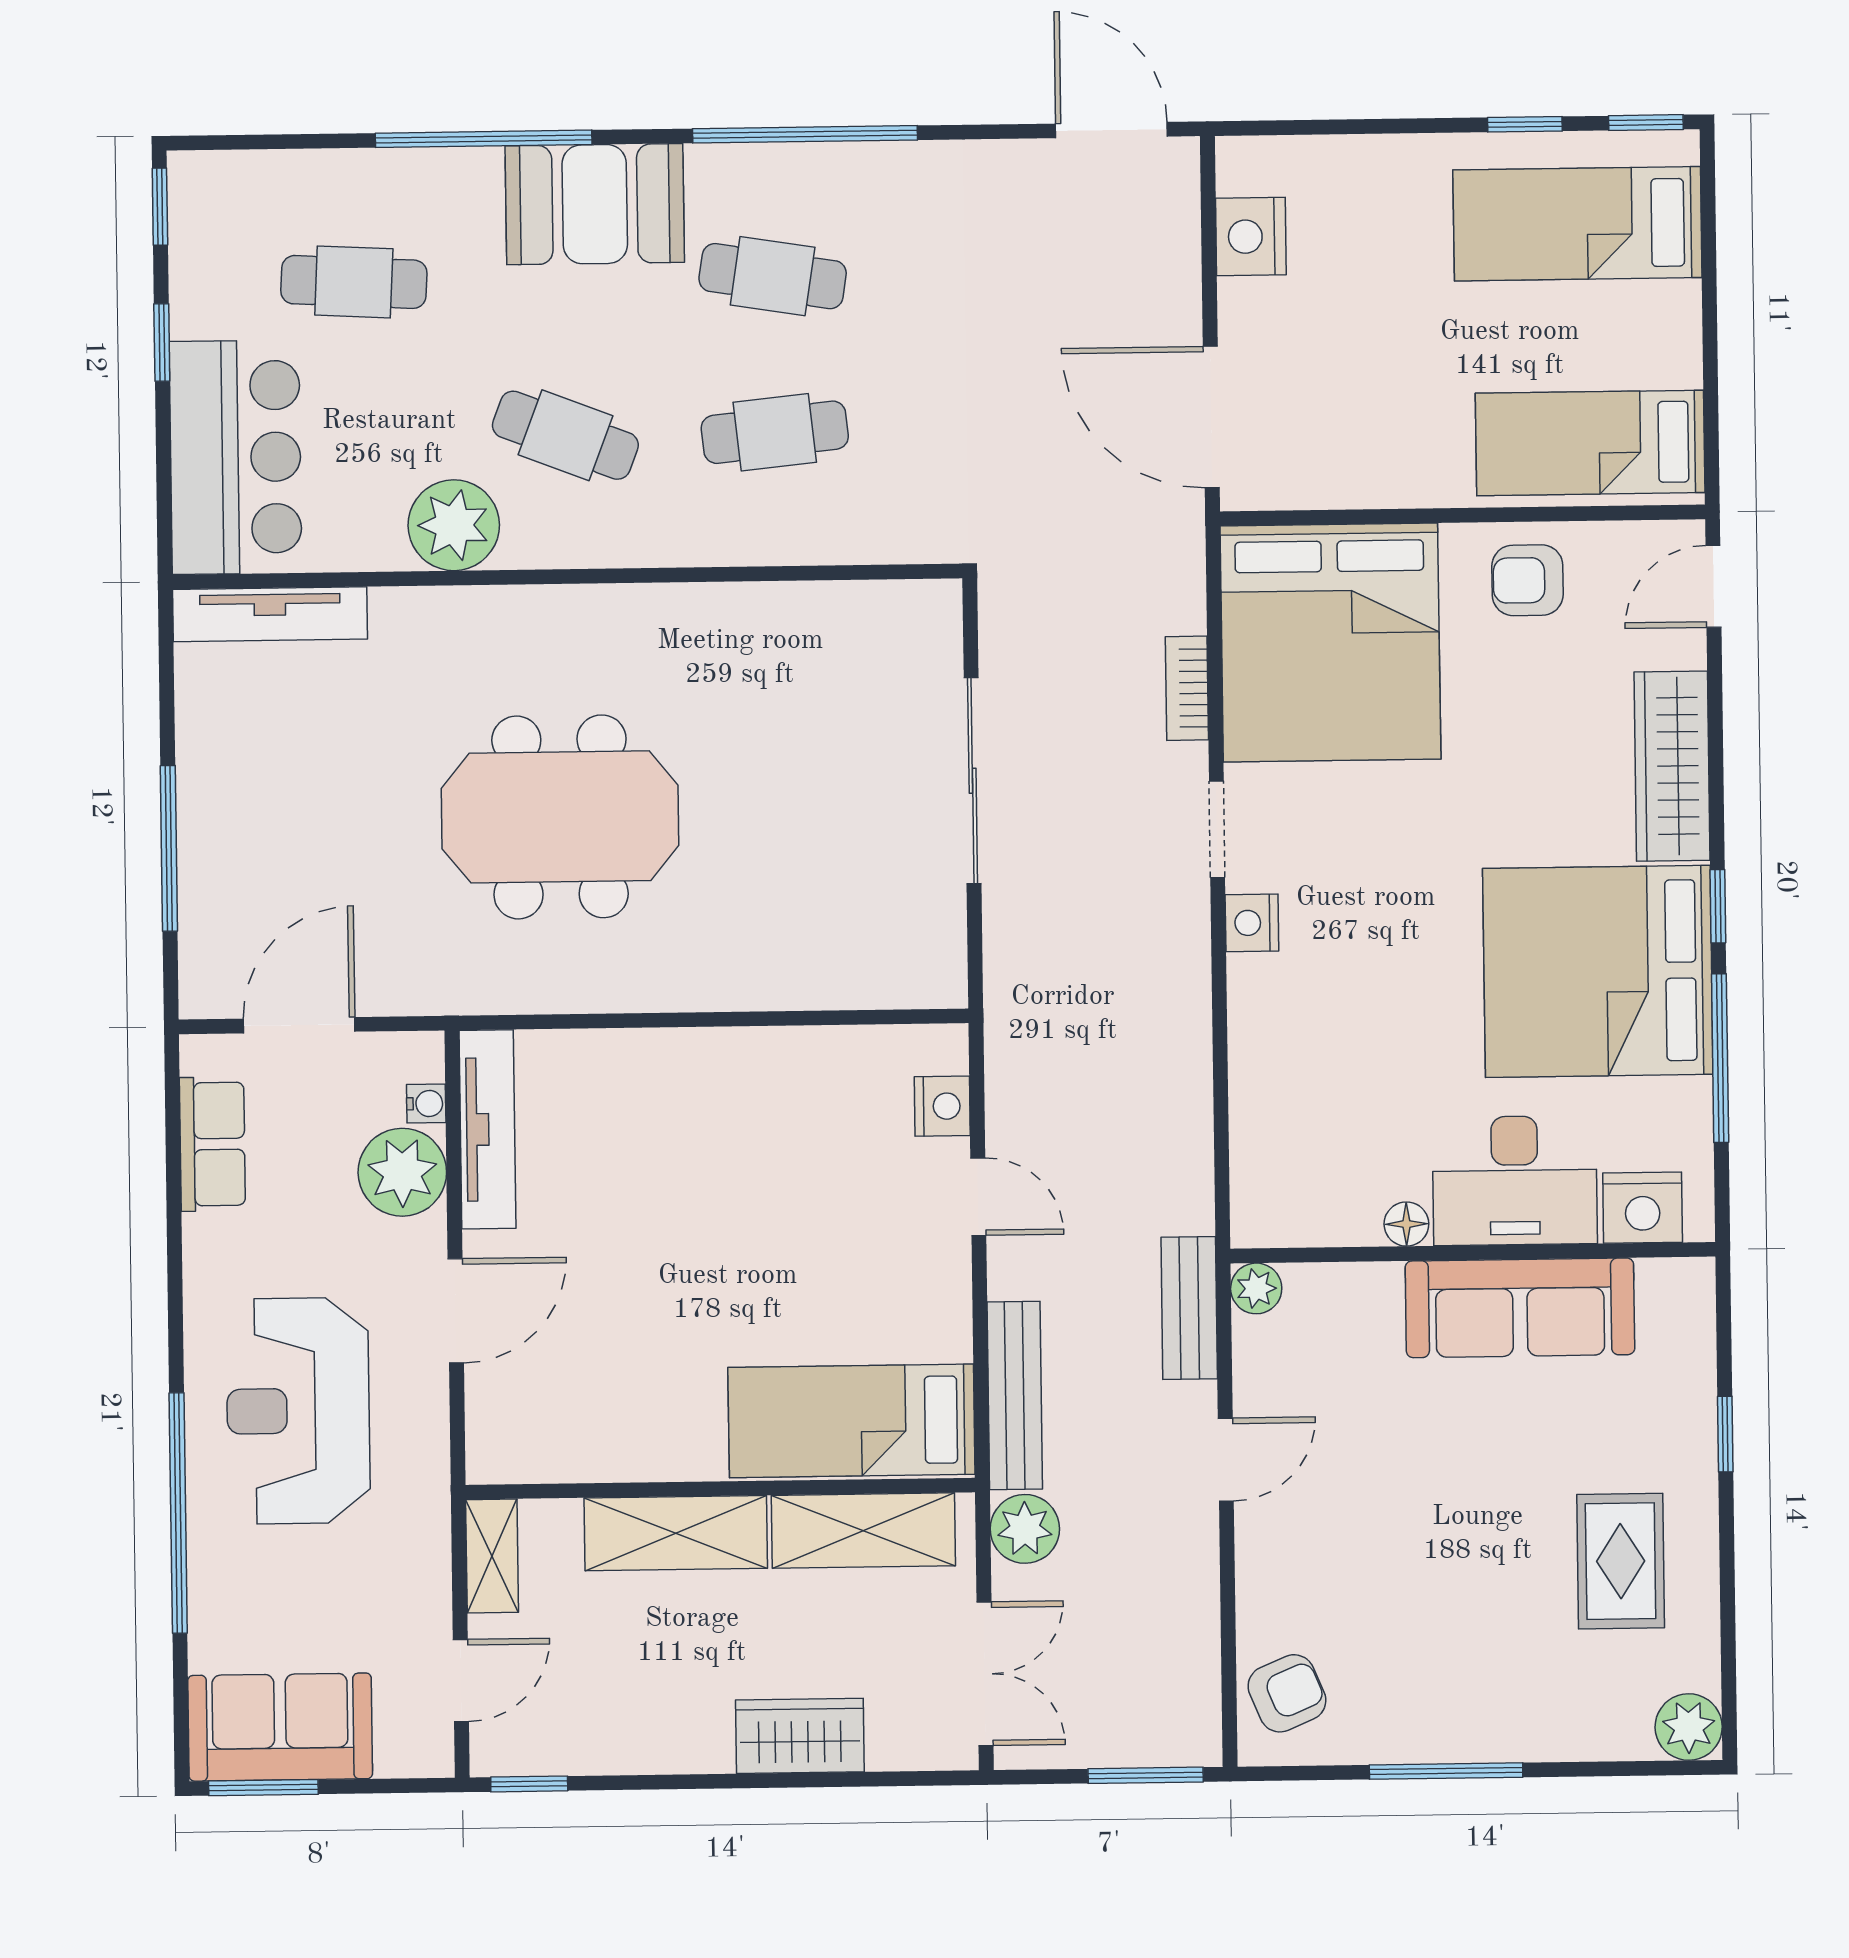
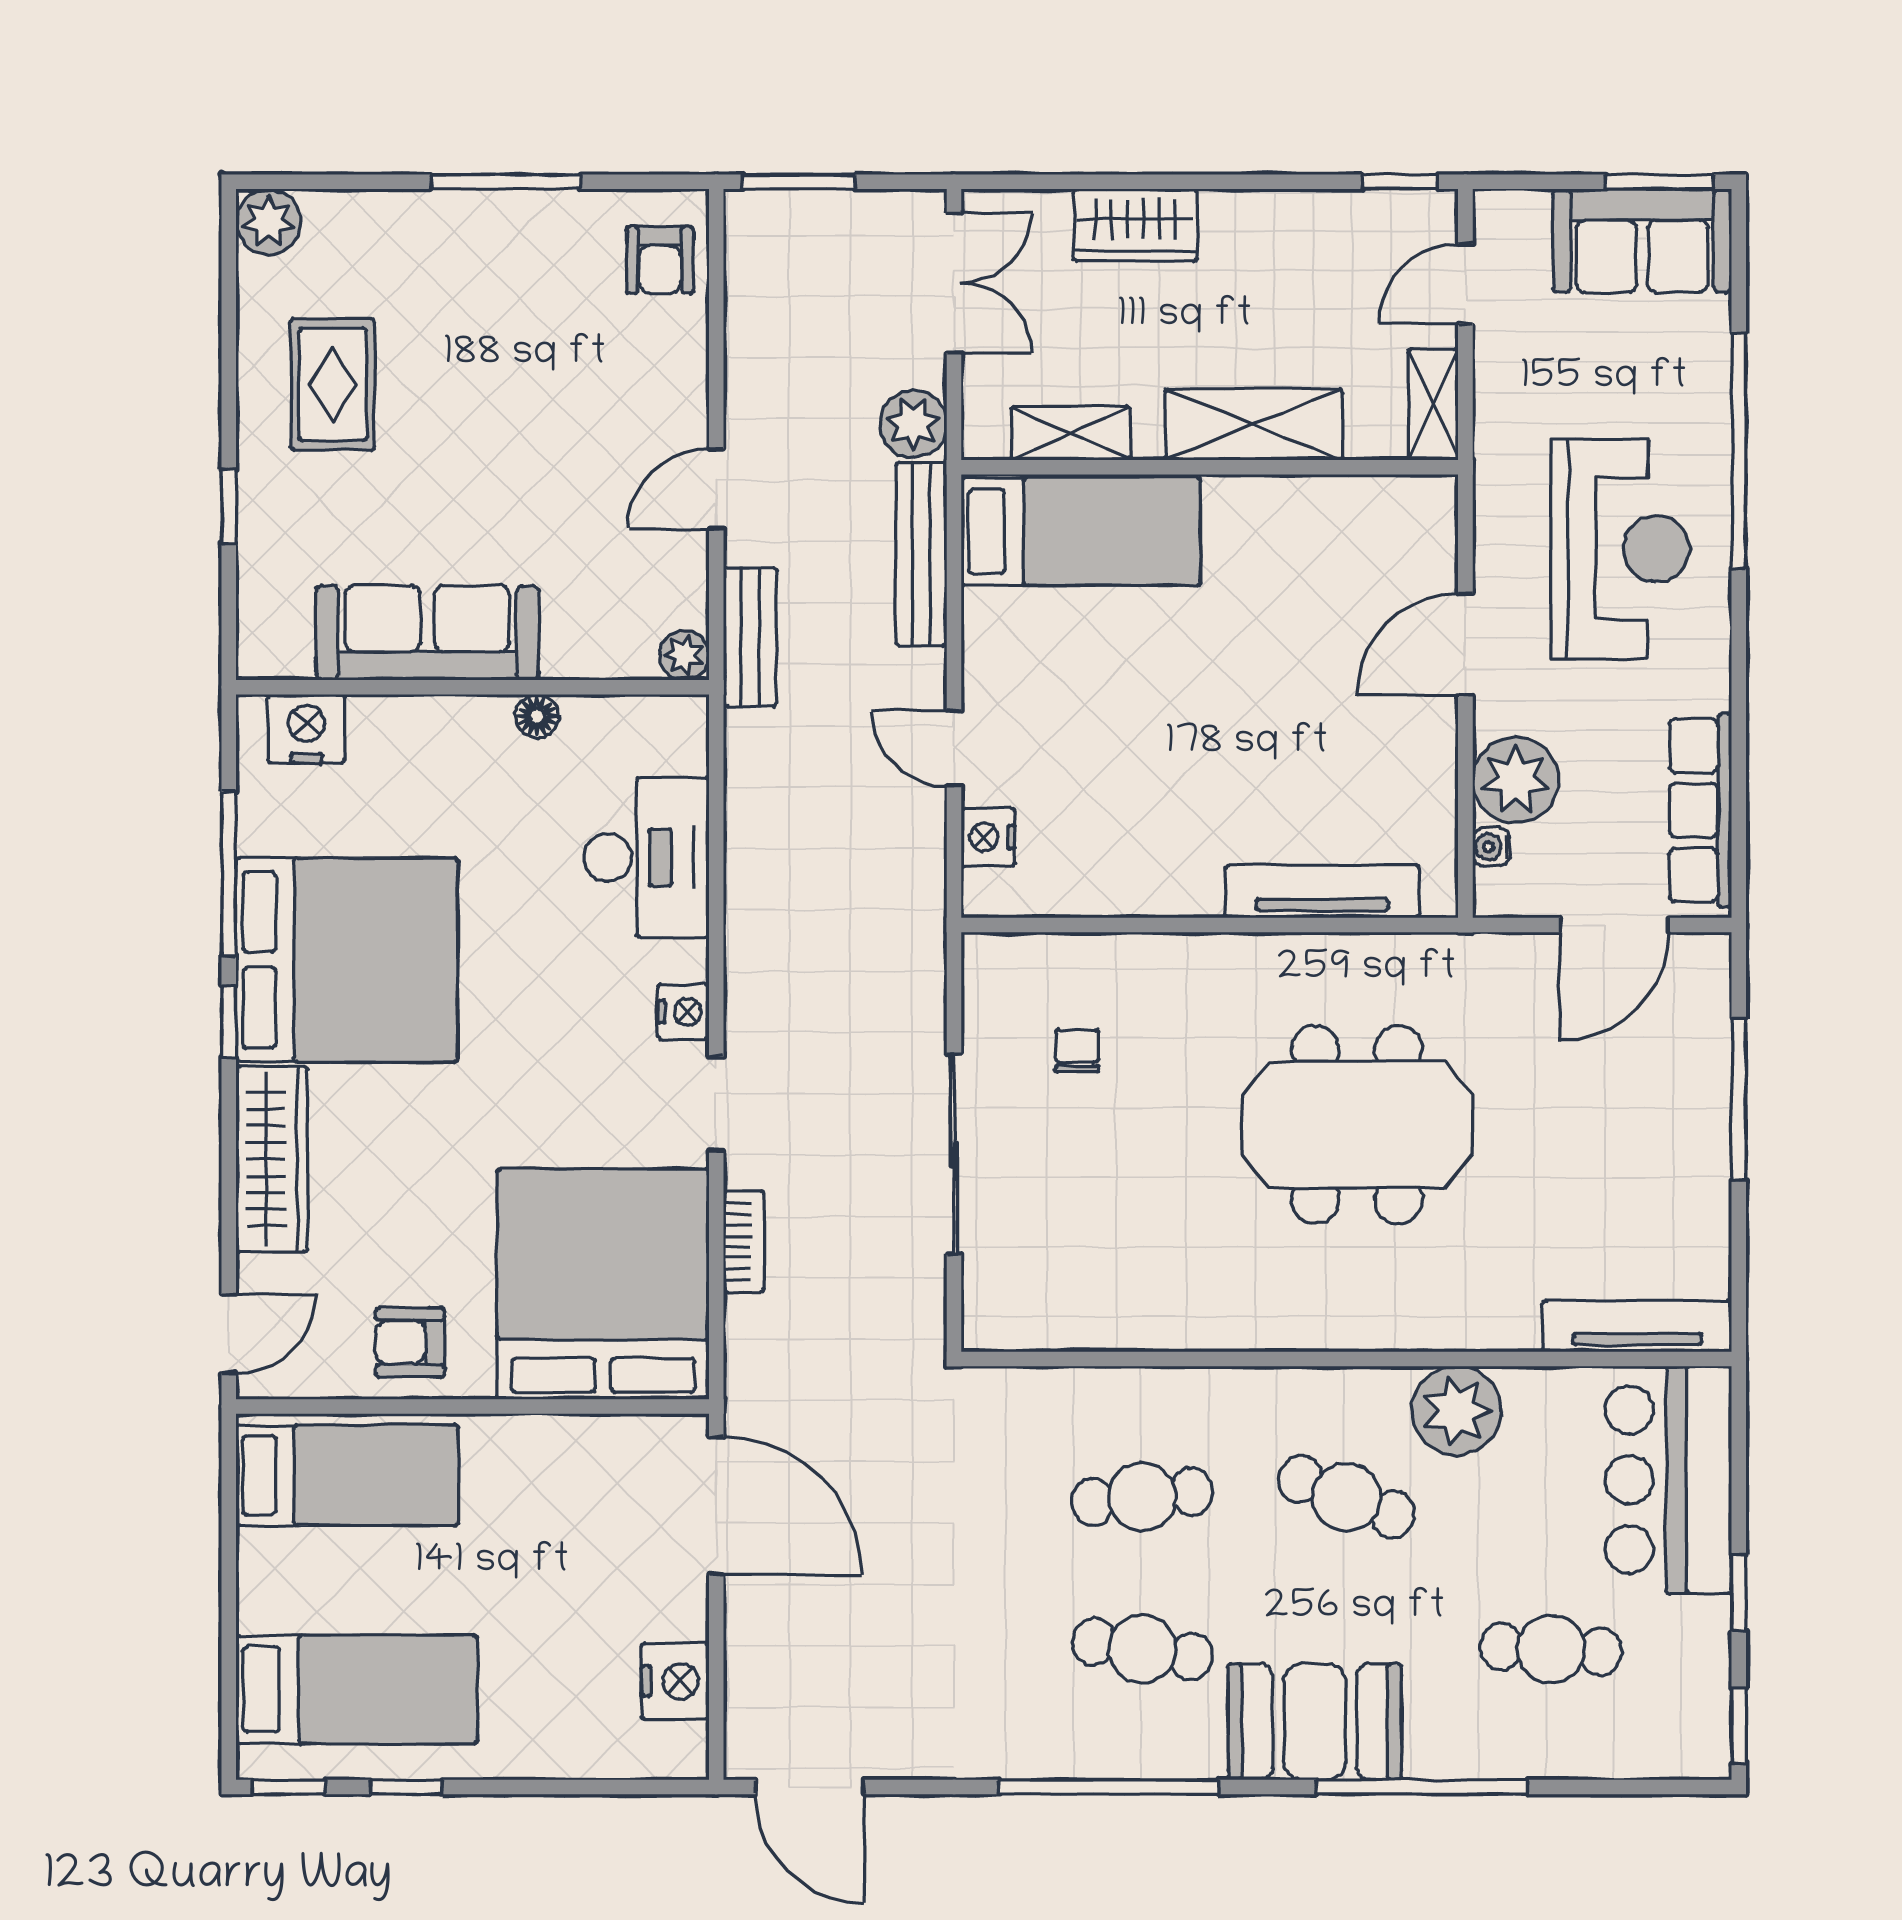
armchair: (1528, 580) -> (410, 1342), turned 180
chair: (848, 889) -> (1077, 1051), added
tv unit: (487, 1129) -> (1322, 892), moved, turned 90
row of seats: (212, 1144) -> (1700, 810), width x1.48
desk: (1515, 1181) -> (647, 857), moved, turned 90
shelving: (863, 1531) -> (1071, 433), width x0.67, depth x0.75
double door: (985, 1674) -> (954, 283), swing flipped
armchair: (1287, 1693) -> (660, 260), turned -67

